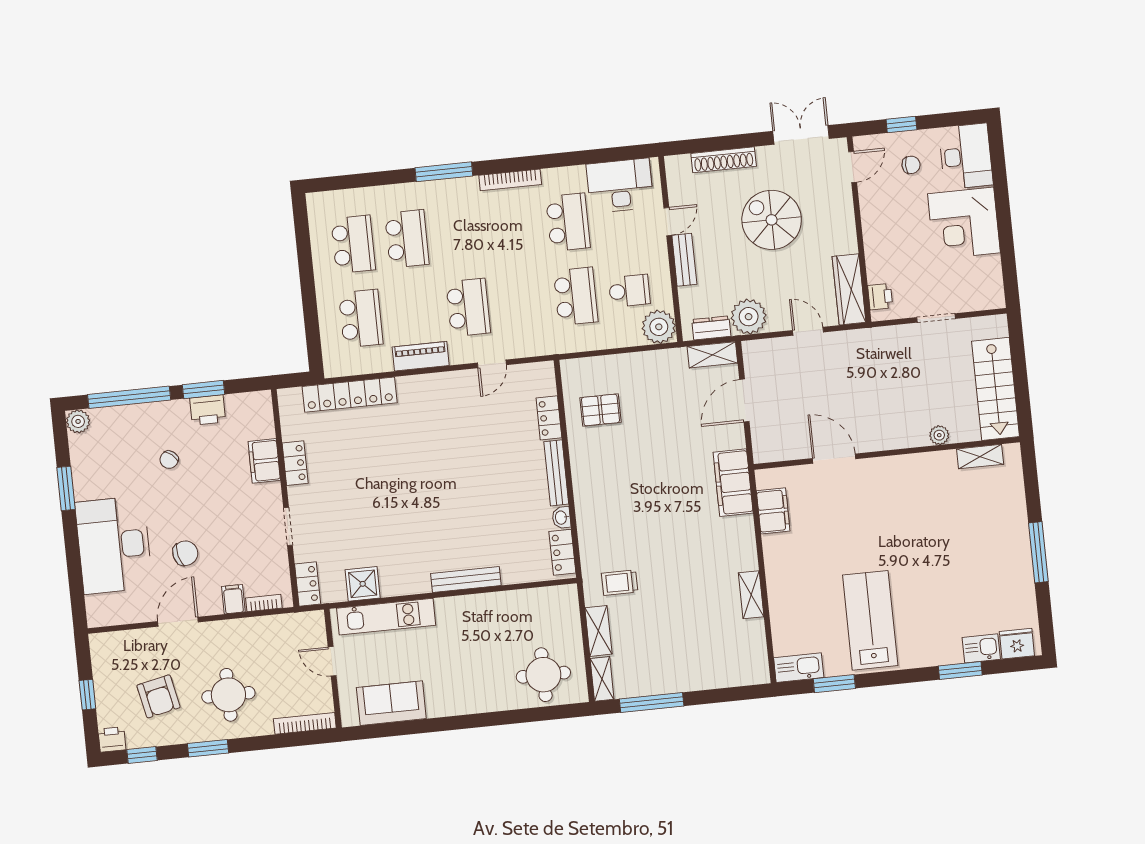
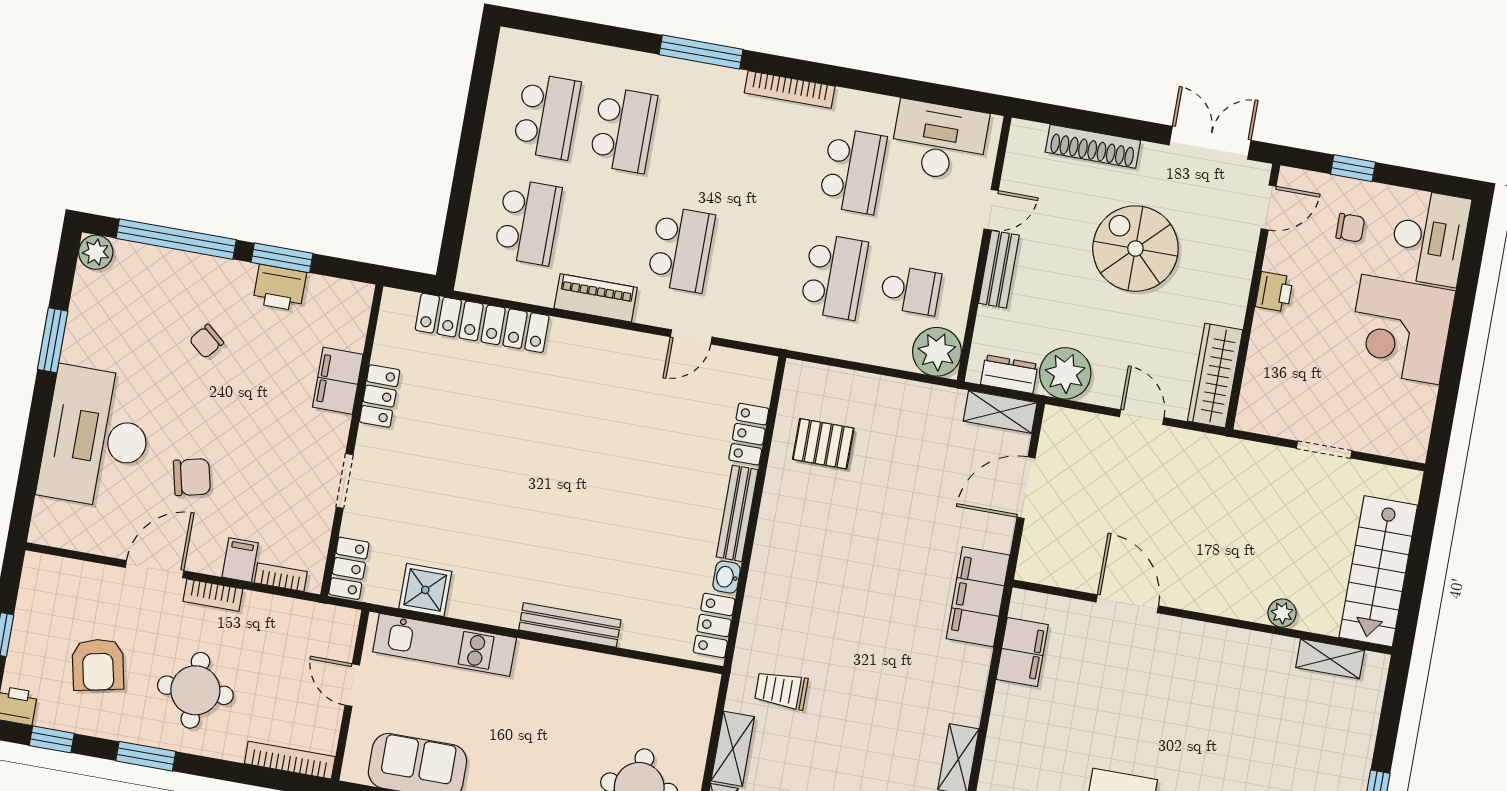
printer: (880, 297) -> (1274, 292), moved
bookcase: (222, 628) -> (213, 595), added

